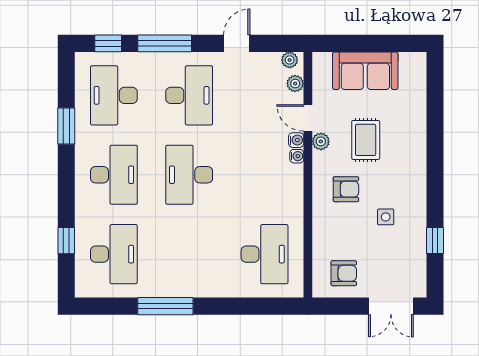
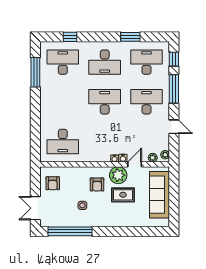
sofa: (365, 71) -> (160, 195), width x1.36
desk: (189, 95) -> (147, 102), turned 180
plant: (321, 141) -> (118, 175), width x1.87, depth x1.87
window: (435, 241) -> (70, 231), width x3.17
desk: (114, 254) -> (63, 62), turned 180
window: (165, 306) -> (35, 72), moved

